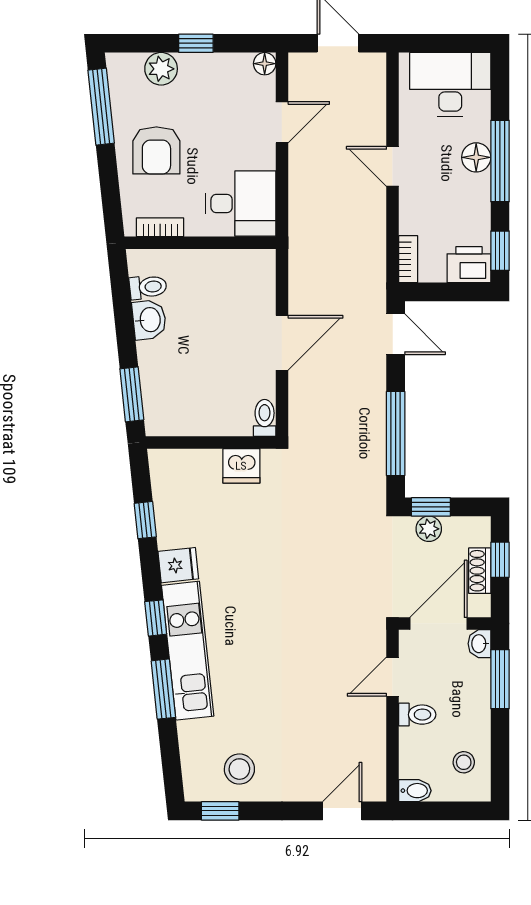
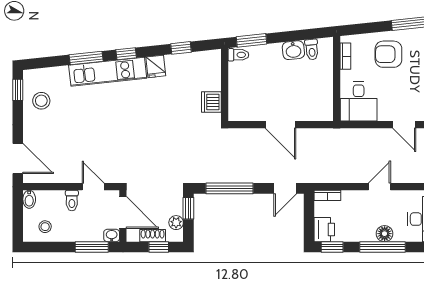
toilet: (265, 418) -> (238, 55), moved
plant: (429, 529) -> (176, 223), moved
door: (342, 811) -> (18, 158), width x1.38

